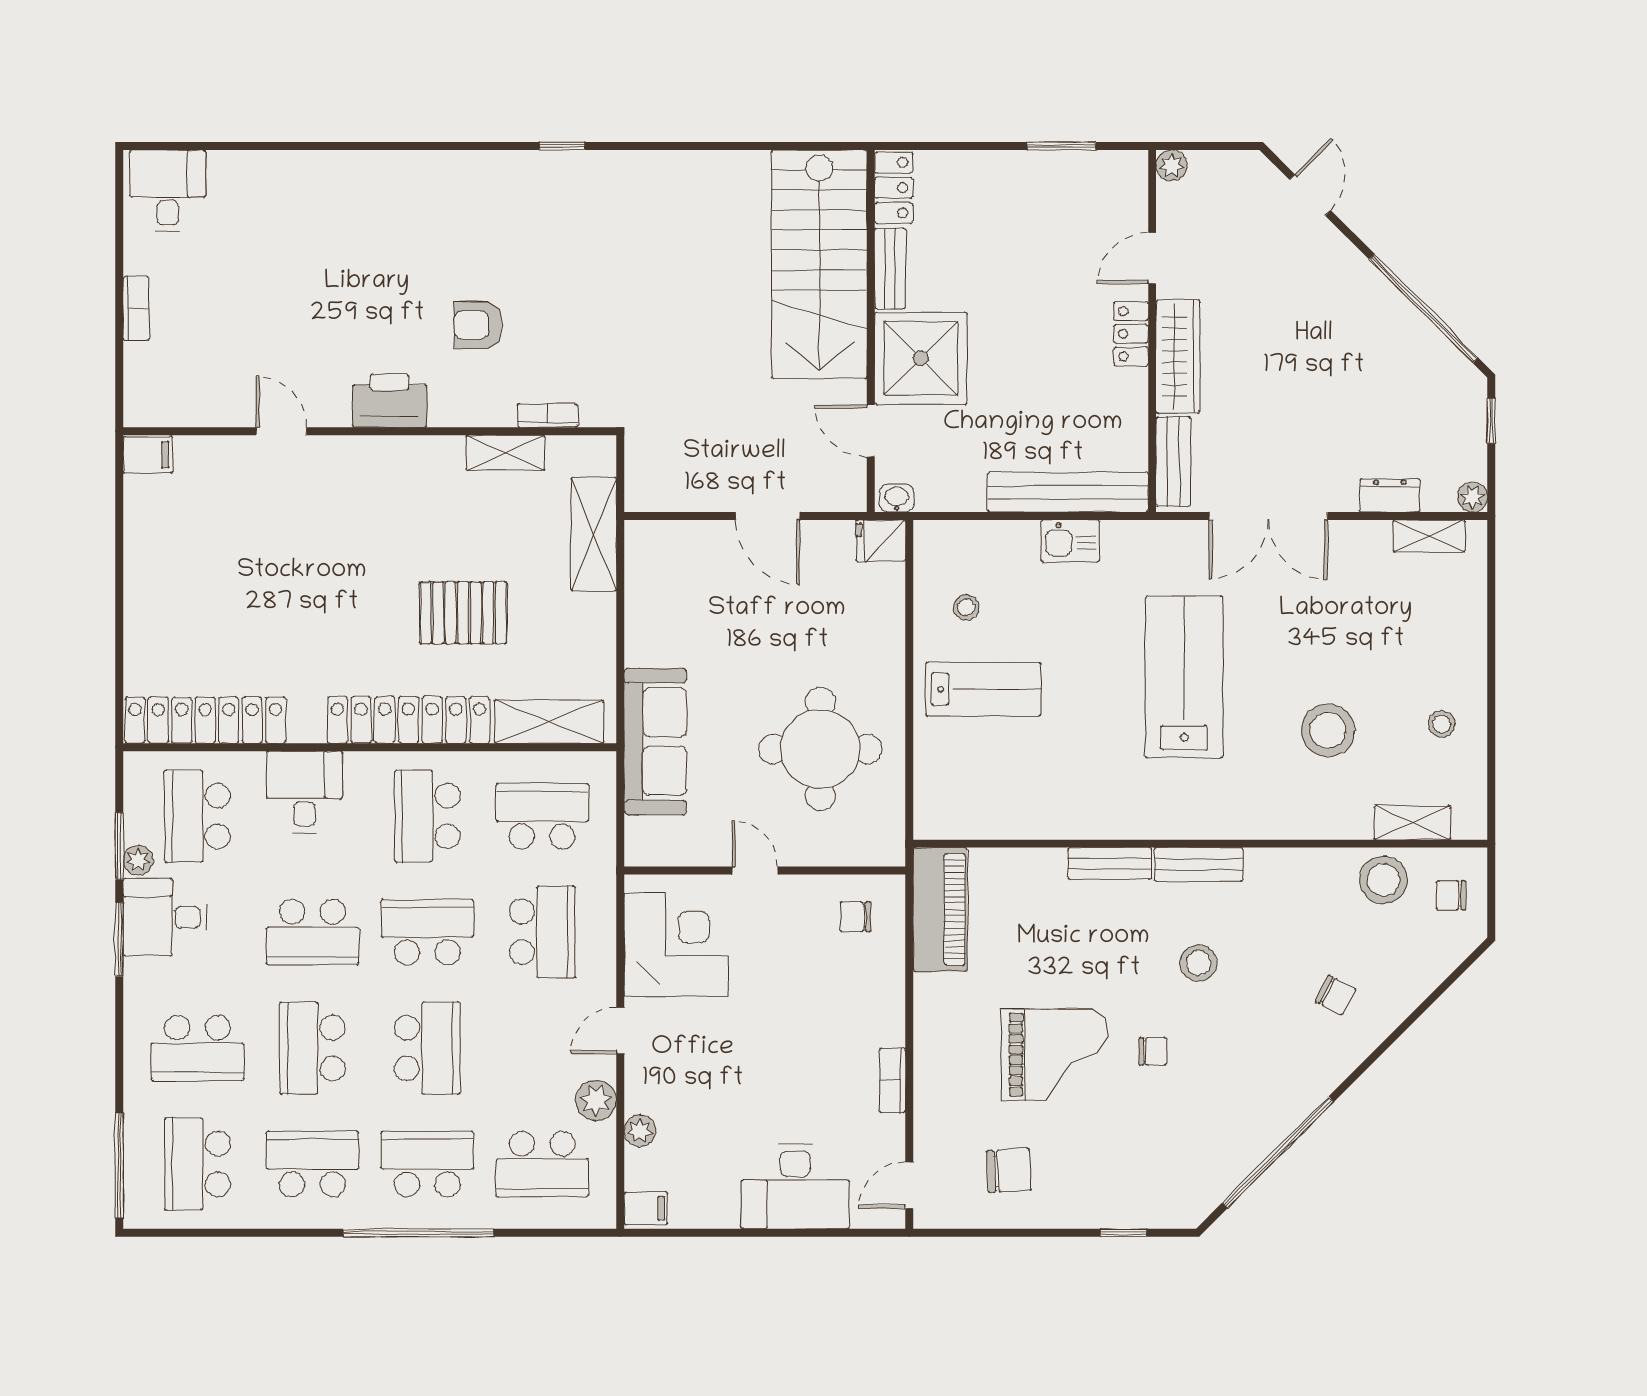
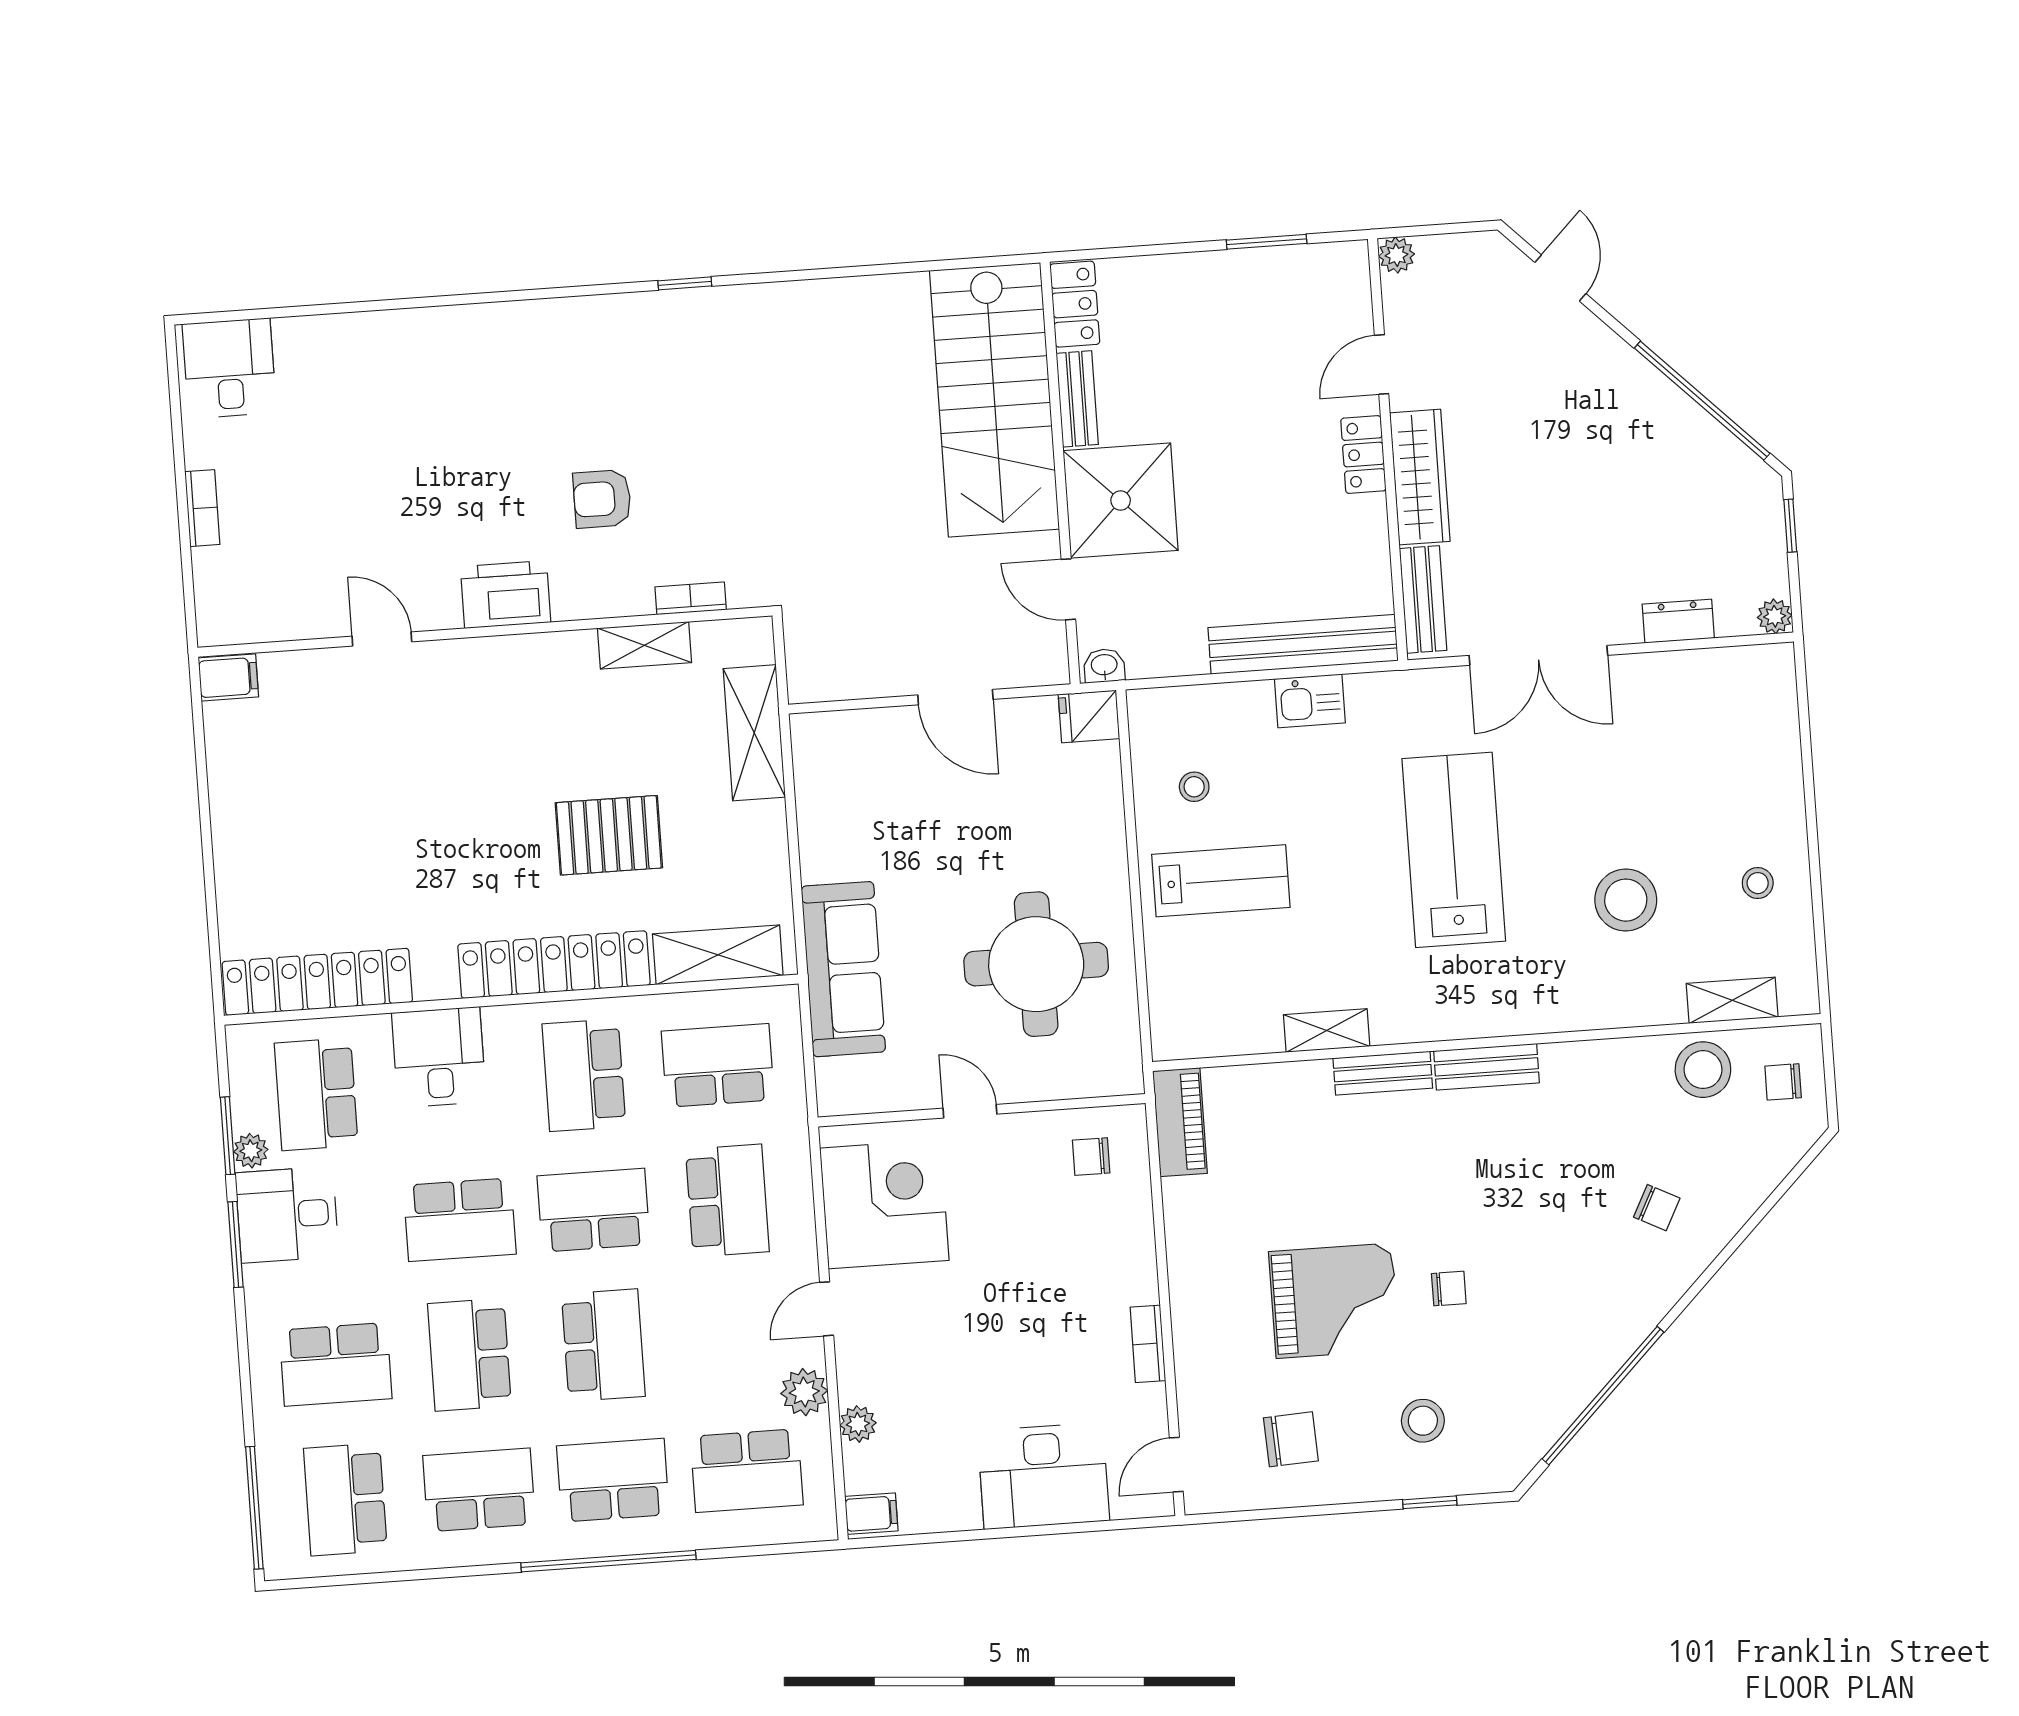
shelving: (1429, 536) -> (1327, 1031), moved
piano: (940, 909) -> (1180, 1122), width x0.73, depth x0.75
stool: (1198, 963) -> (1423, 1421), moved

